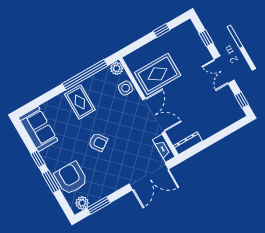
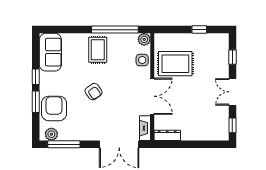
window: (99, 205) -> (64, 144), width x1.44

